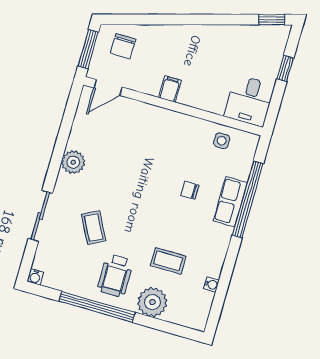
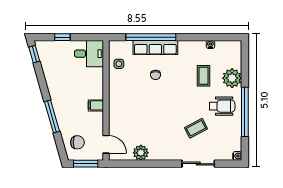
window: (172, 19) -> (52, 116), added
plant: (73, 162) -> (141, 153), moved
row of seats: (230, 202) -> (155, 47), width x1.48

